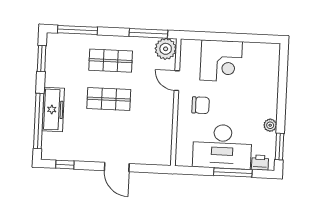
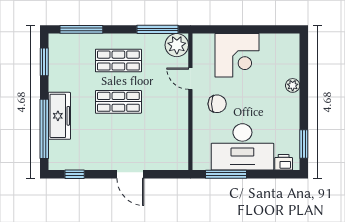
plant: (270, 125) -> (293, 85), moved
window: (233, 173) -> (226, 174), moved

